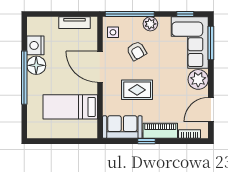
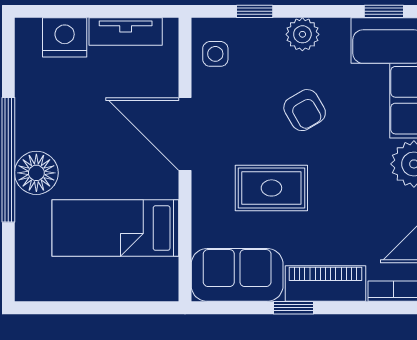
window: (130, 14) -> (255, 11), width x0.32
nightstand: (35, 45) -> (65, 37), moved, turned 90
armchair: (137, 51) -> (305, 110), moved
floor lamp: (36, 65) -> (36, 173), moved

